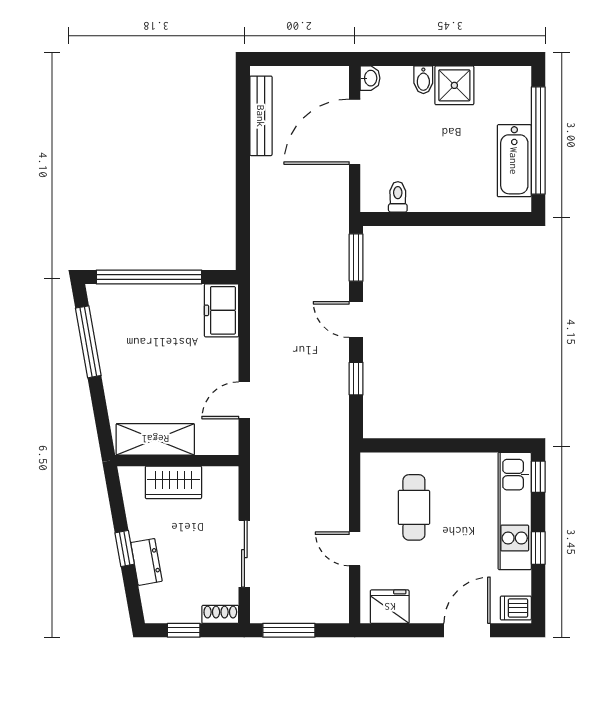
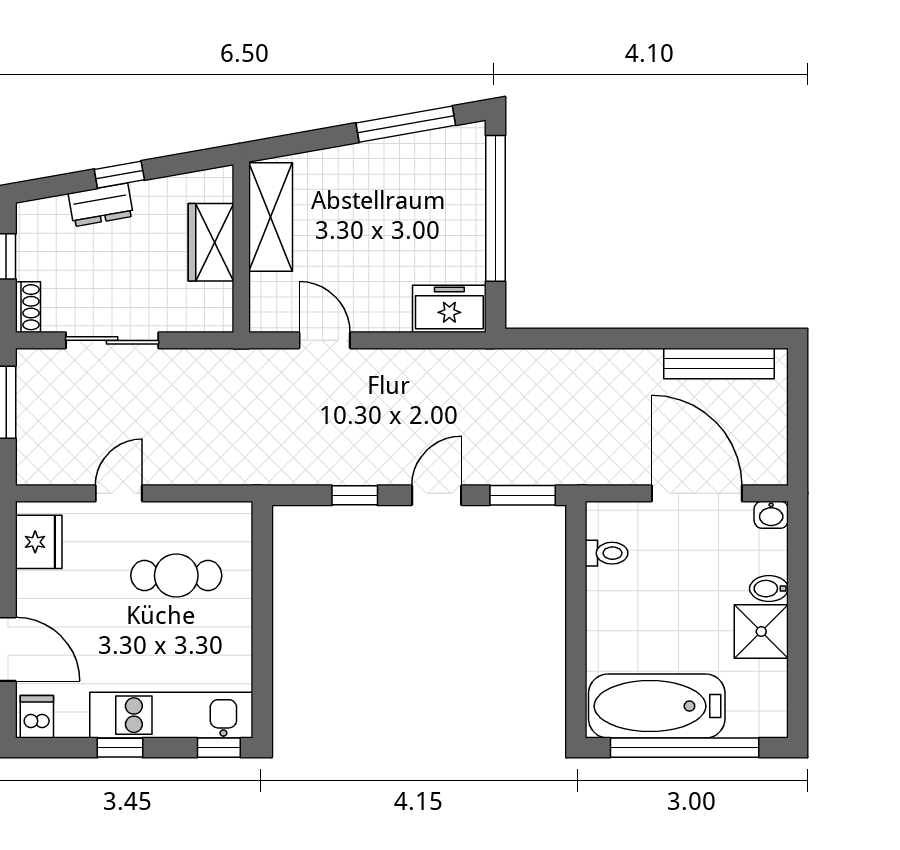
bathtub: (514, 161) -> (657, 706), width x1.36, depth x1.36

